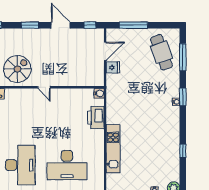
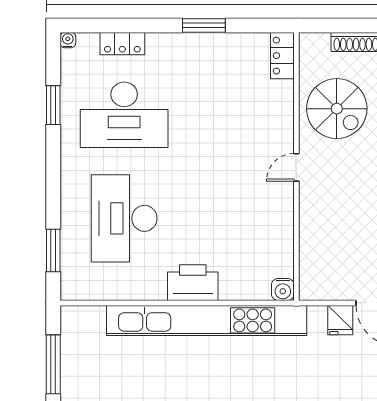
printer: (96, 118) -> (193, 283), moved
kitchen unit: (113, 149) -> (207, 320), width x1.86

